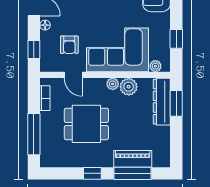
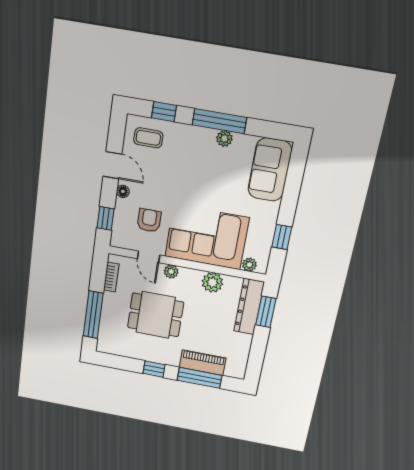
armchair: (69, 45) -> (149, 220), turned 180
plant: (113, 84) -> (171, 272), moved

